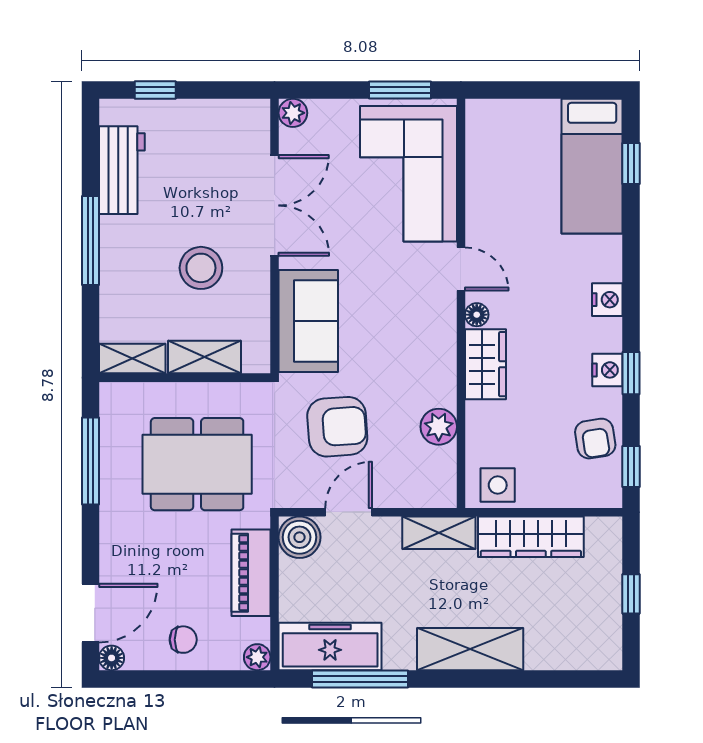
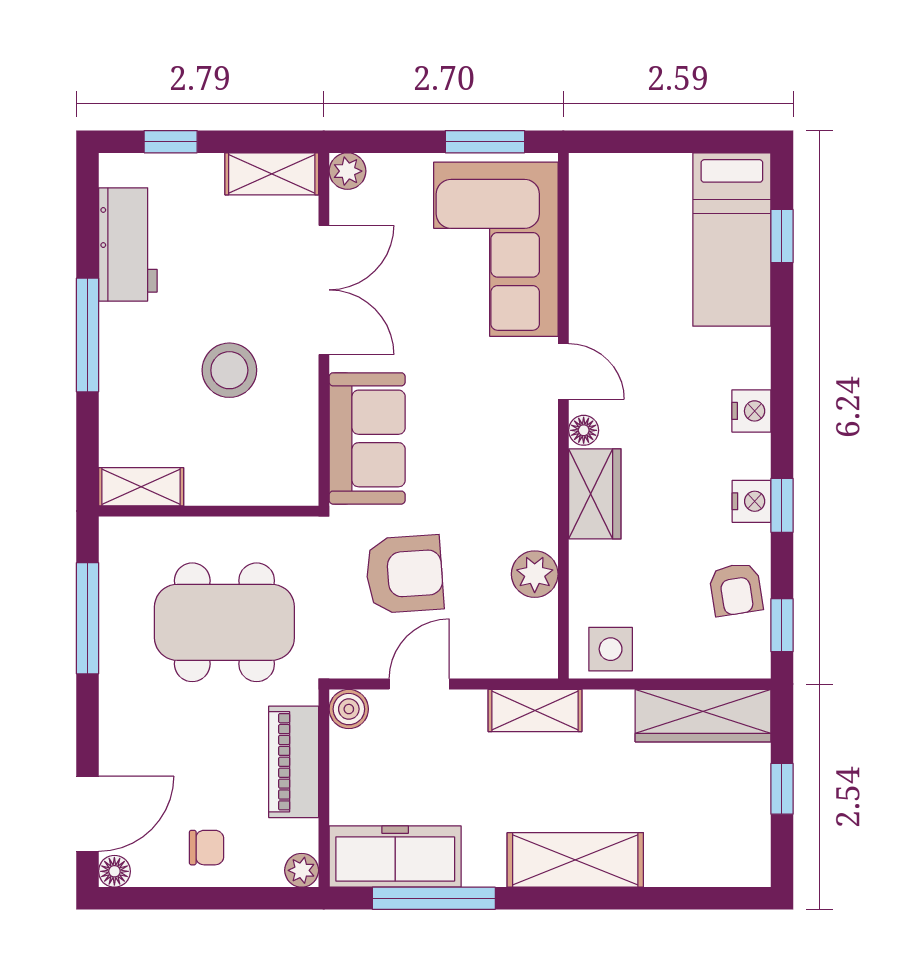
shelving: (204, 357) -> (272, 174), moved
boiler: (299, 537) -> (349, 709), width x0.73, depth x0.73
wardrobe: (531, 537) -> (703, 716), moved

